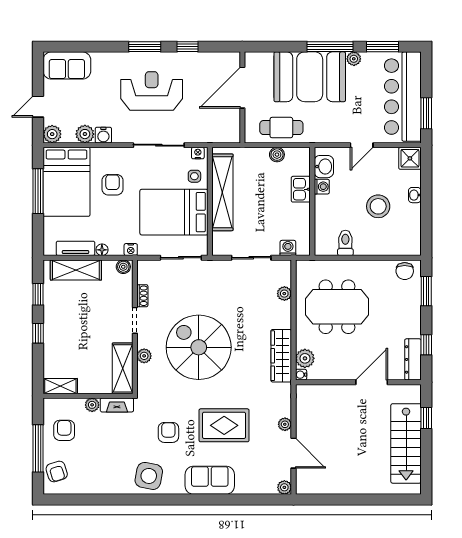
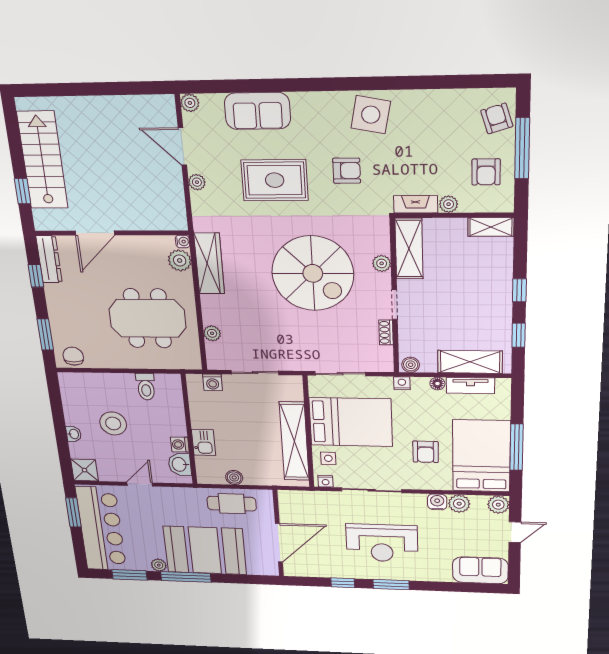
armchair: (168, 432) -> (347, 171), turned -90
sofa: (210, 480) -> (257, 111), moved

